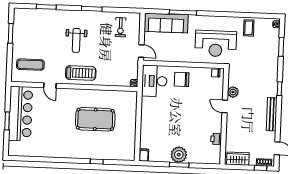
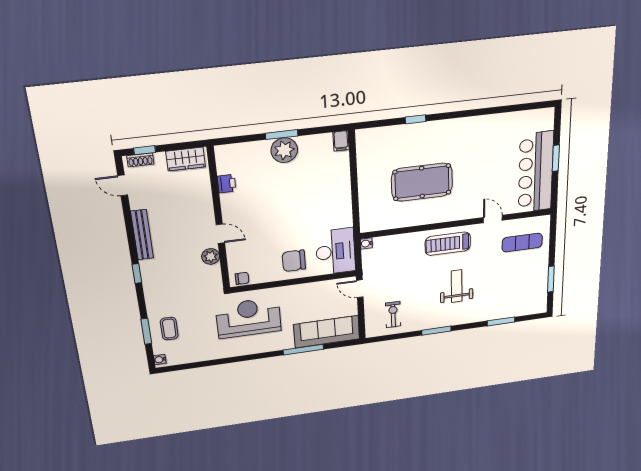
coffee table: (249, 28) -> (169, 329), moved
chair: (182, 79) -> (294, 261), turned 180

